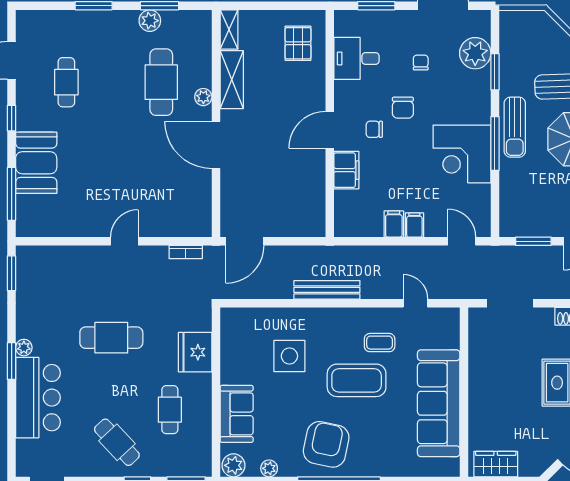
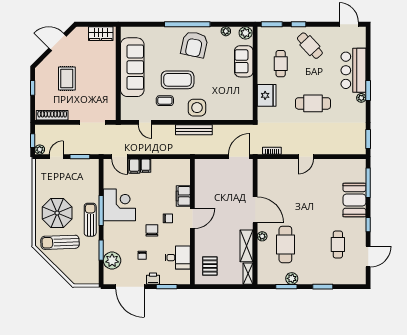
printer: (401, 20) -> (153, 279), added
filing cabinet: (394, 224) -> (134, 166), moved
side table: (289, 356) -> (197, 108), moved

